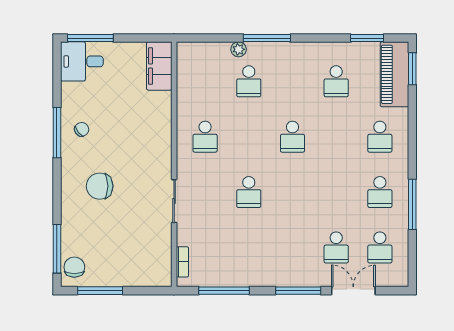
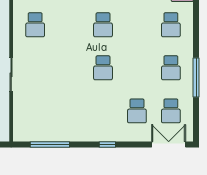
school desk: (249, 192) -> (103, 68), moved
bookcase: (182, 262) -> (17, 122), removed
window: (298, 291) -> (107, 144), width x0.46
double door: (353, 291) -> (169, 144), moved

